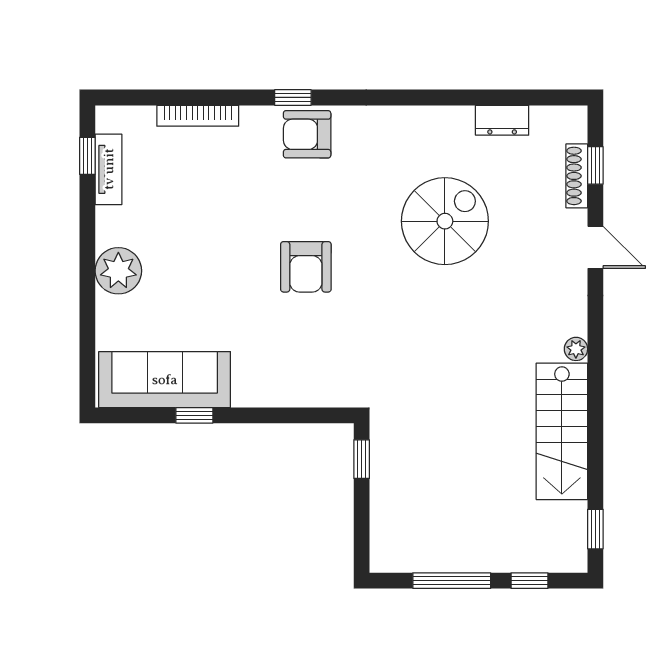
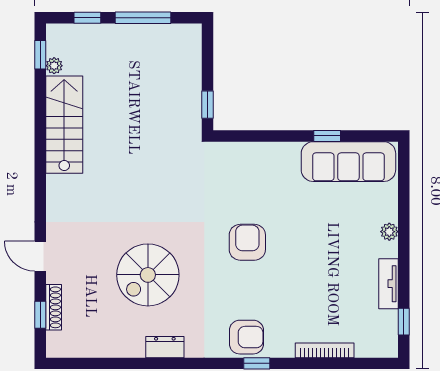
dresser: (502, 120) -> (165, 347), moved
tv unit: (109, 169) -> (389, 284), moved
plant: (118, 271) -> (389, 232), width x0.53, depth x0.53
plant: (576, 349) -> (54, 66), moved

